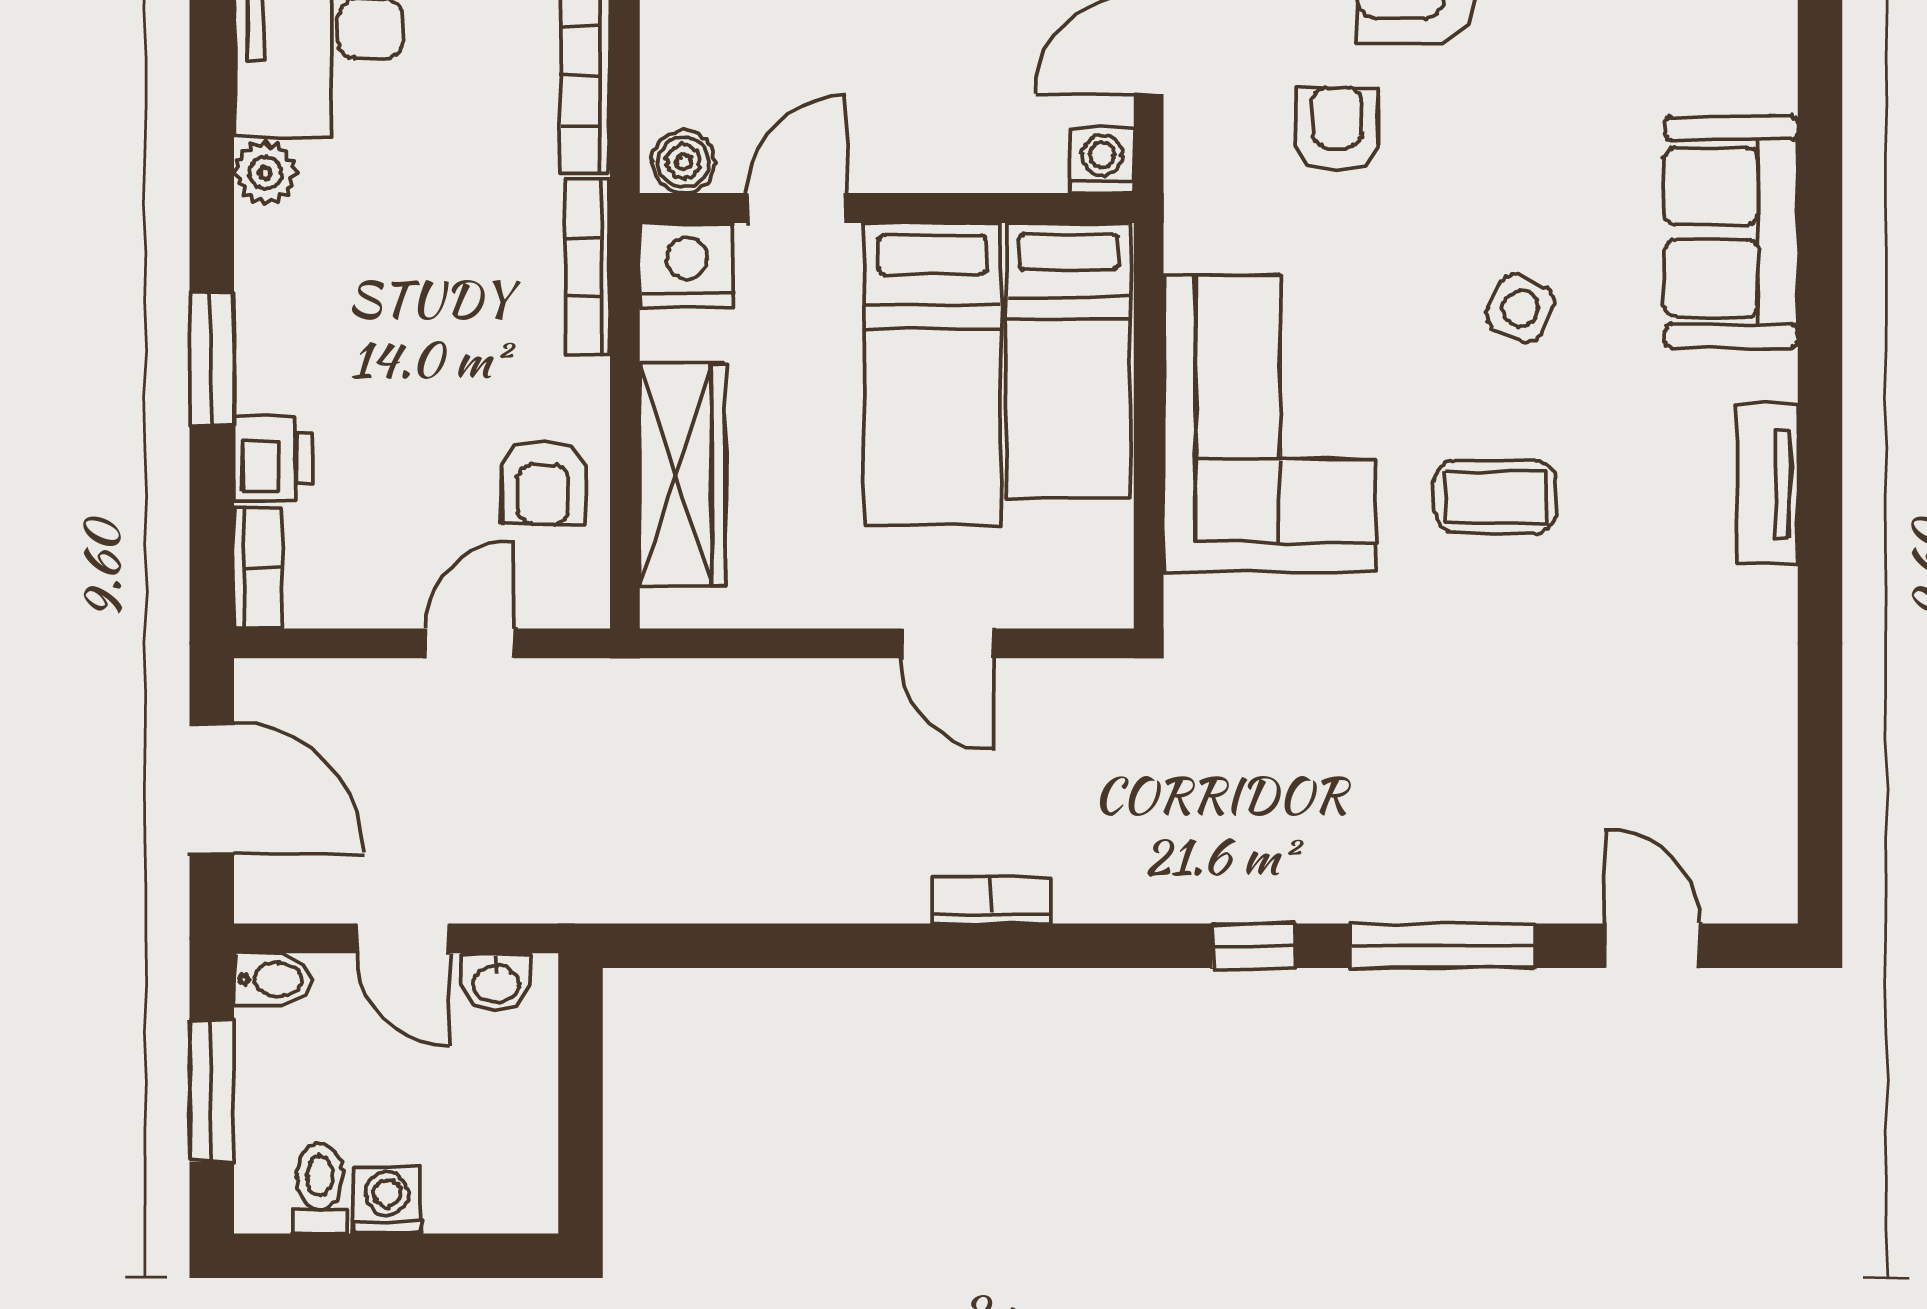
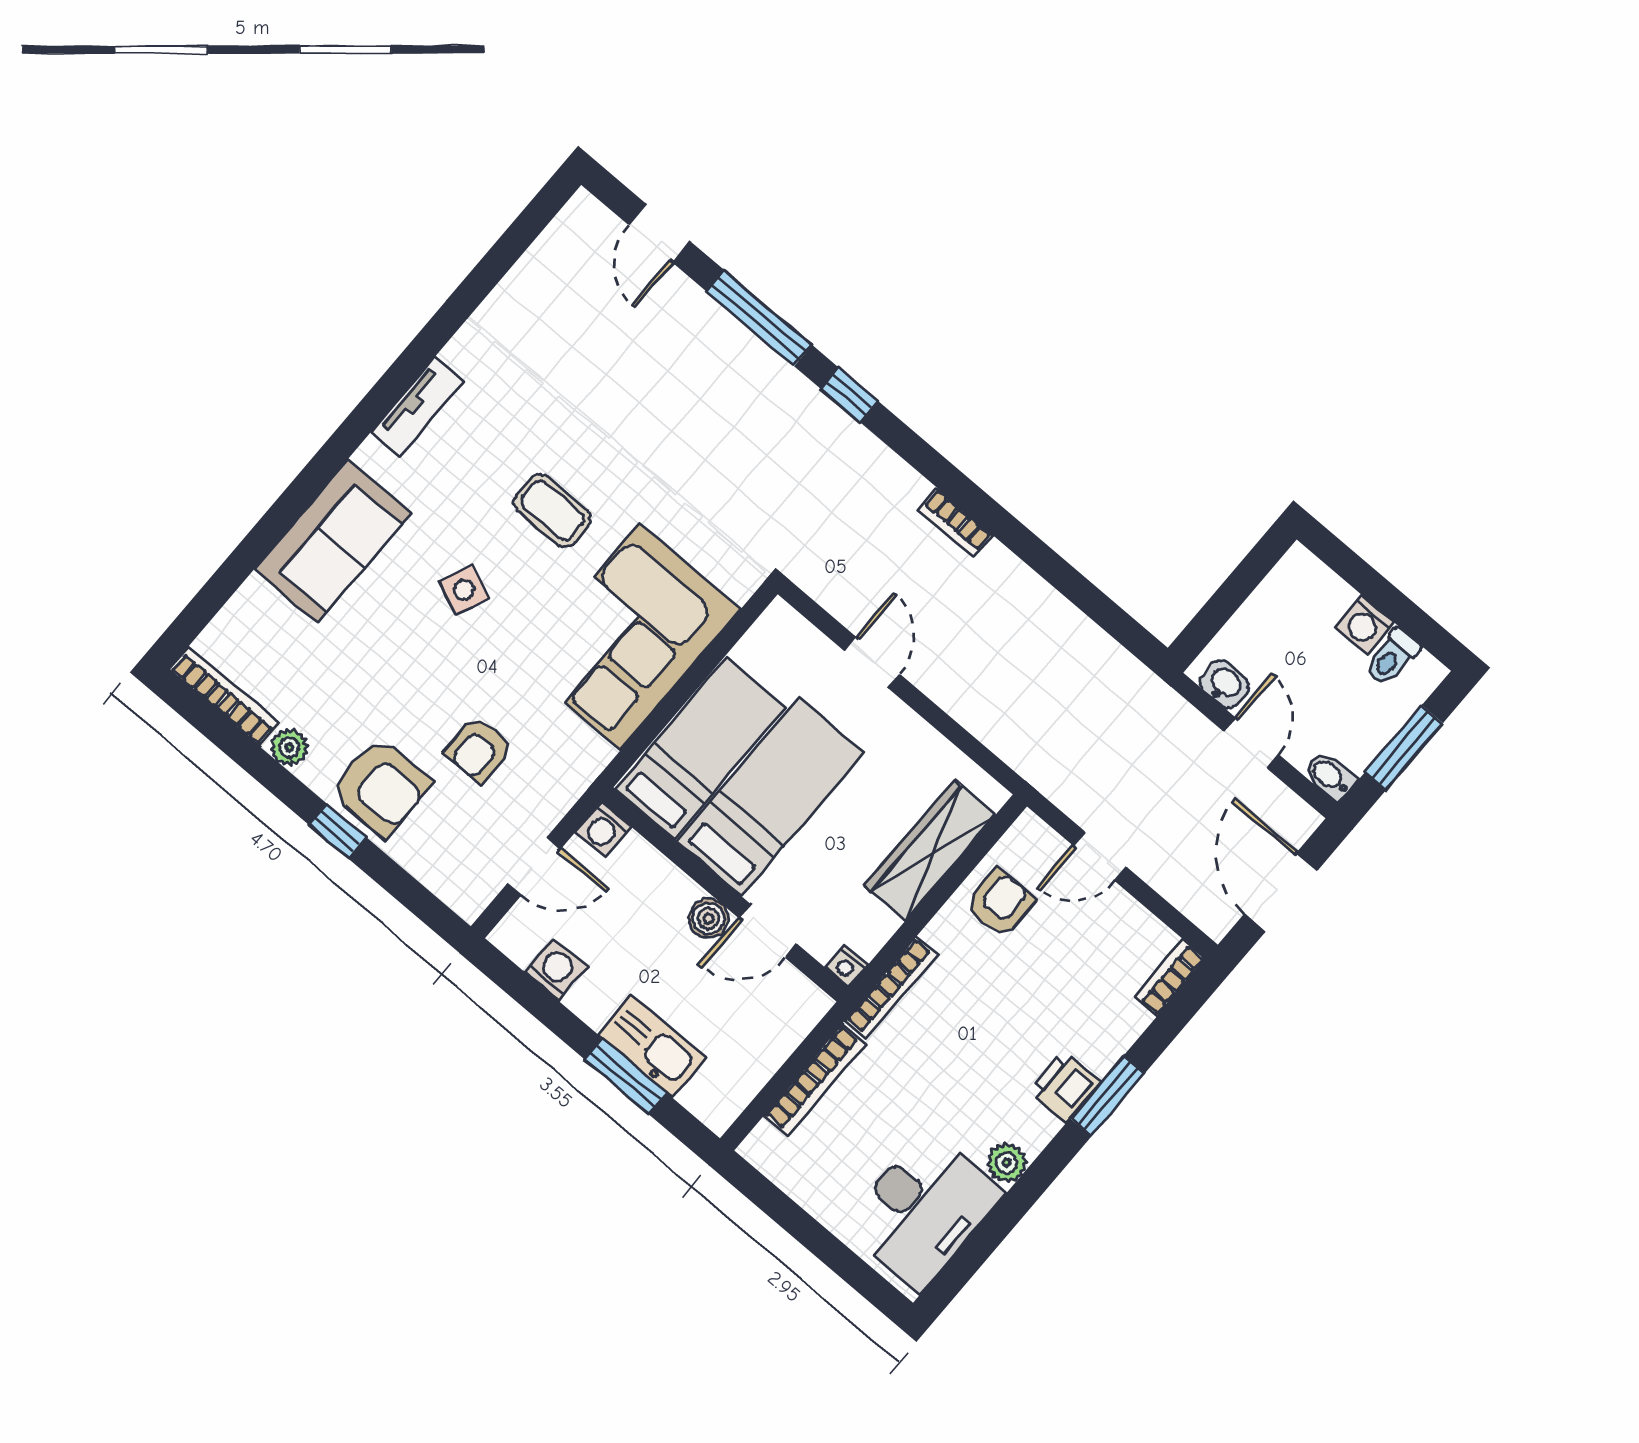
boiler: (684, 162) -> (708, 918), moved
nightstand: (687, 265) -> (846, 966), width x0.53, depth x0.56
printer: (273, 459) -> (1065, 1087), moved

